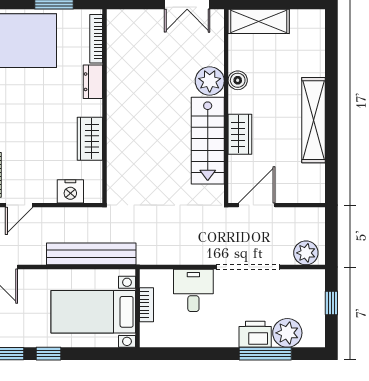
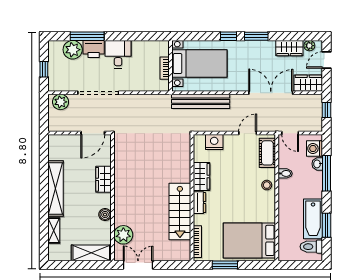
shelving: (316, 56) -> (54, 230), added
plant: (210, 81) -> (123, 235), moved
dresser: (93, 82) -> (199, 203), moved
stairs: (208, 141) -> (180, 212), moved, turned 180
desk: (193, 290) -> (118, 54), moved, turned 180

